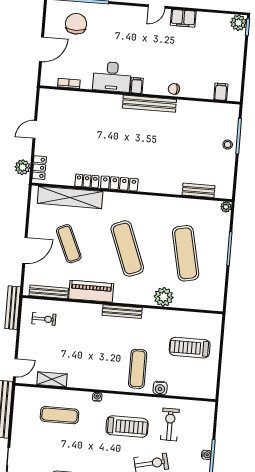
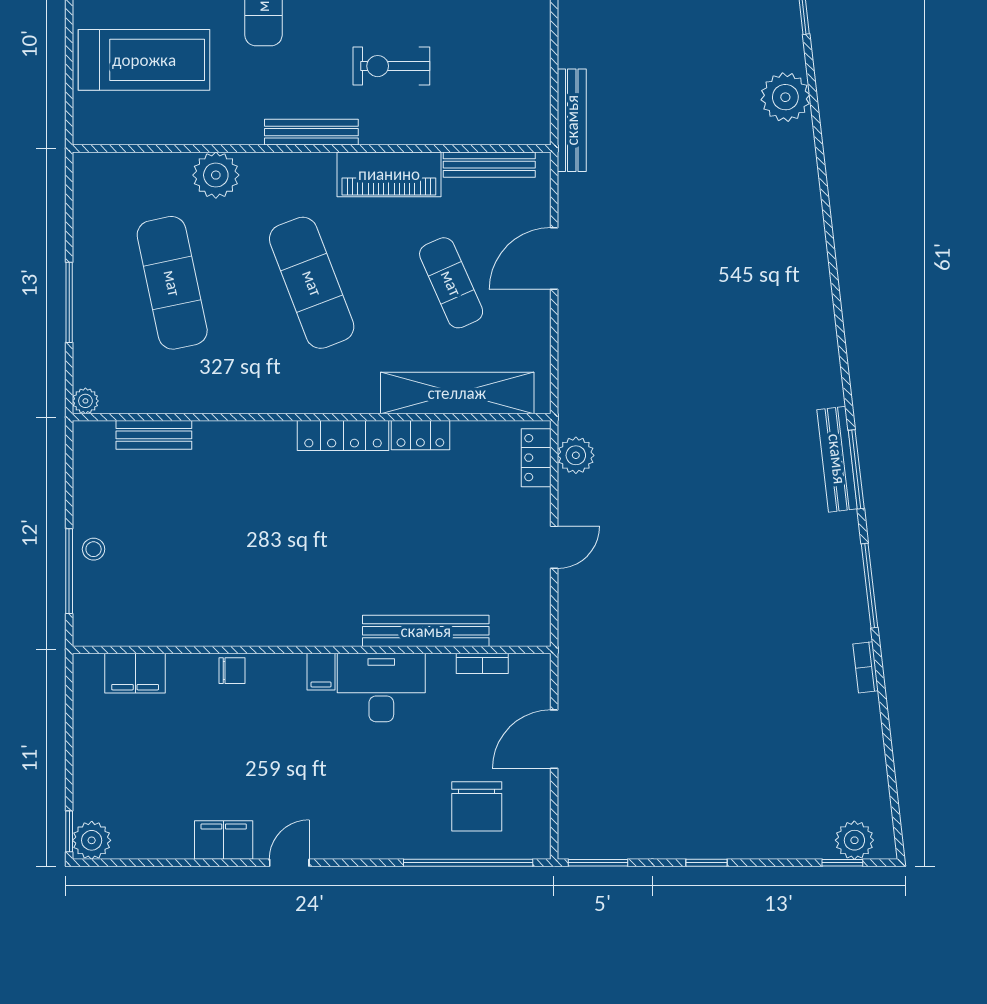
filing cabinet: (221, 92) -> (135, 673), width x2.00
bench: (149, 104) -> (426, 631), moved
exercise bike: (44, 319) -> (391, 66), moved, width x1.38, depth x1.39
treadmill: (190, 348) -> (144, 60), width x1.37, depth x1.37

